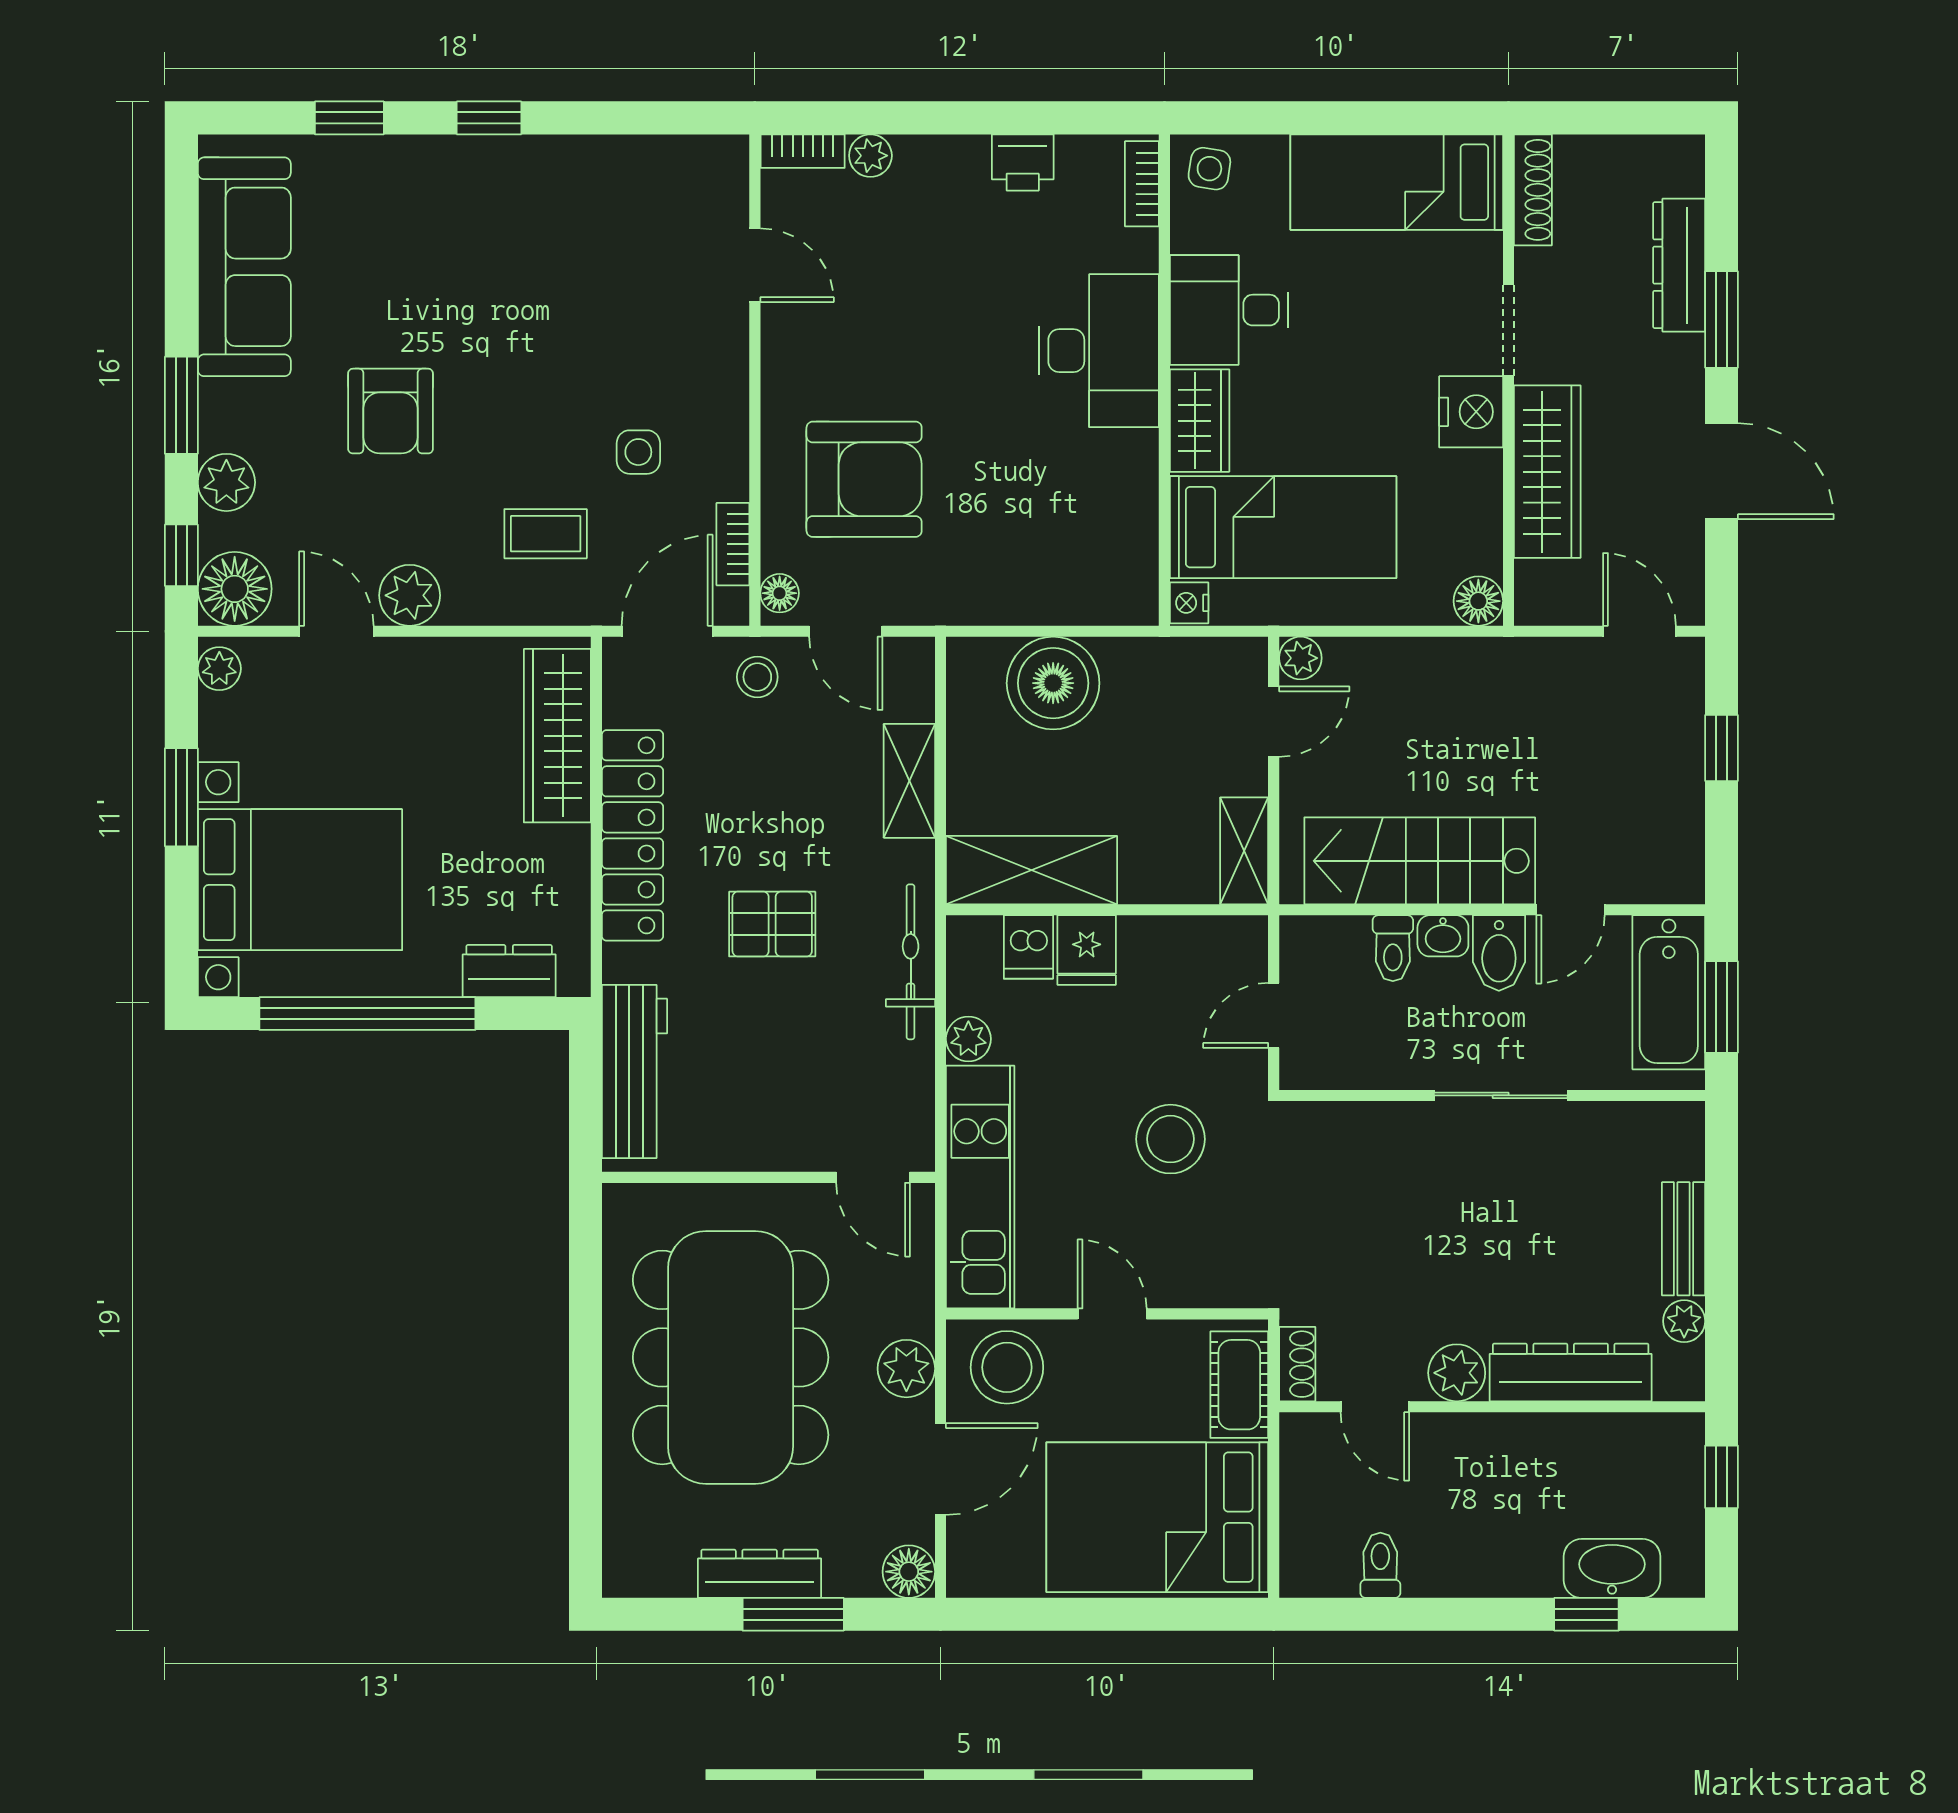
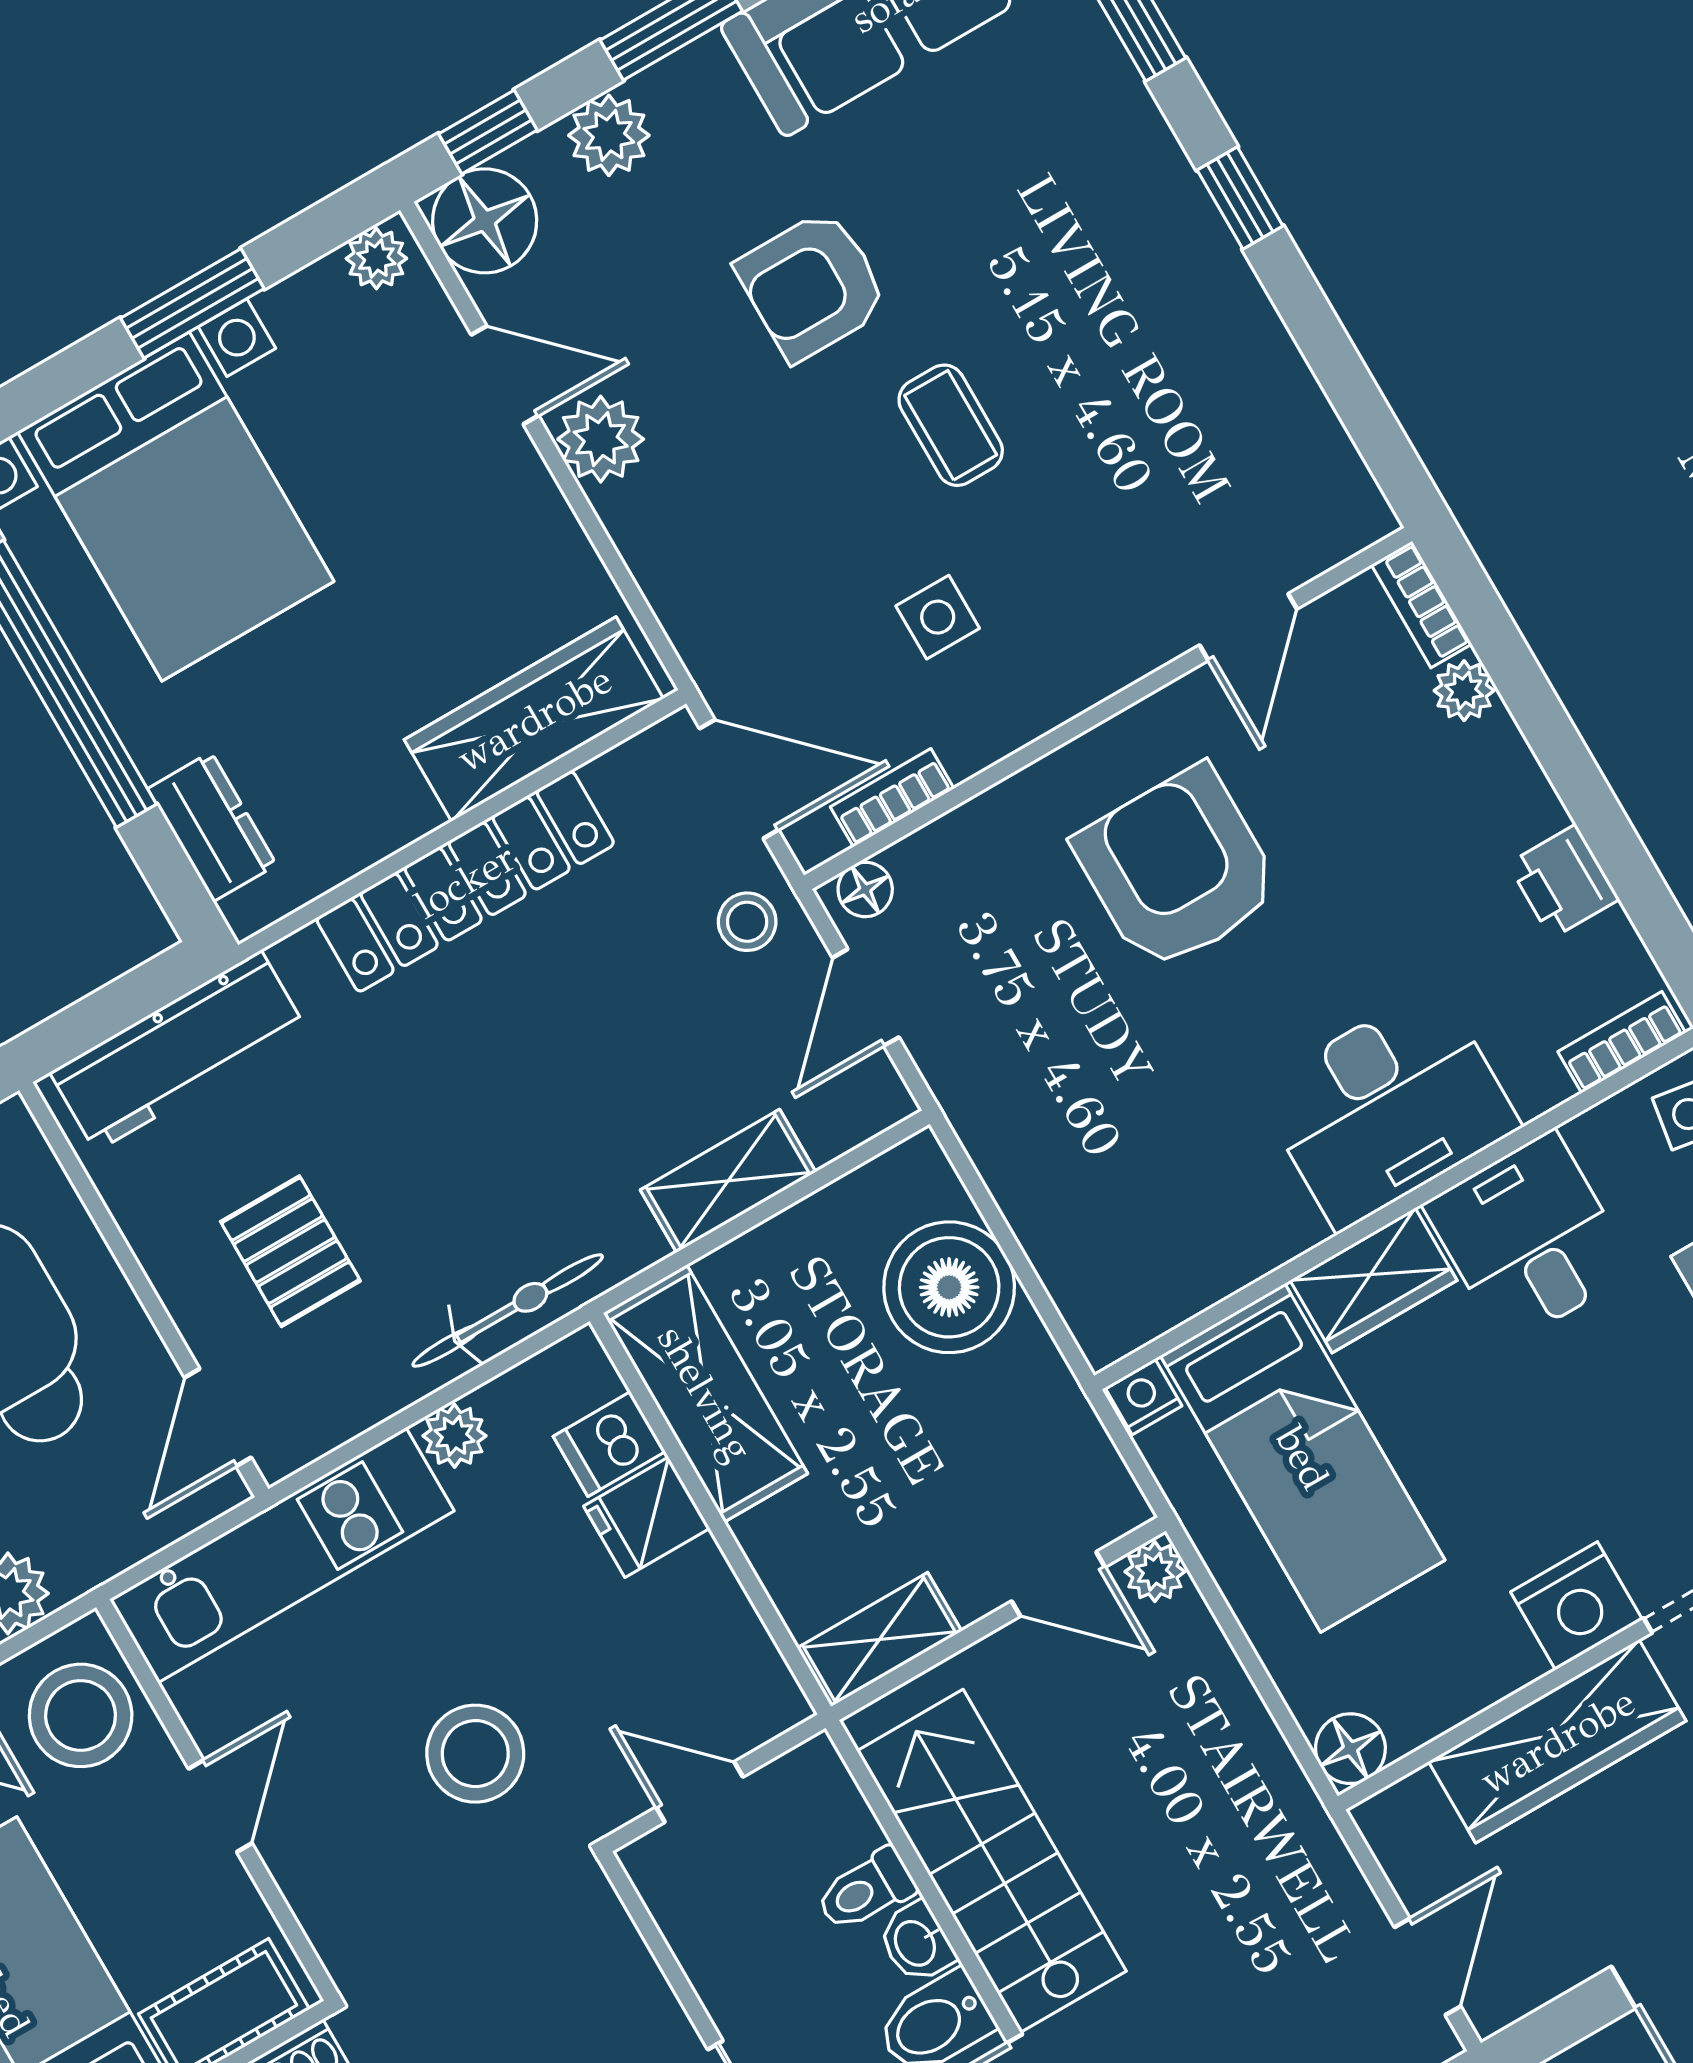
armchair: (864, 479) -> (1178, 869), moved, turned 180
coffee table: (546, 534) -> (951, 425), moved
door: (336, 631) -> (505, 375), hinge flipped
pallet: (772, 924) -> (290, 1251), moved

